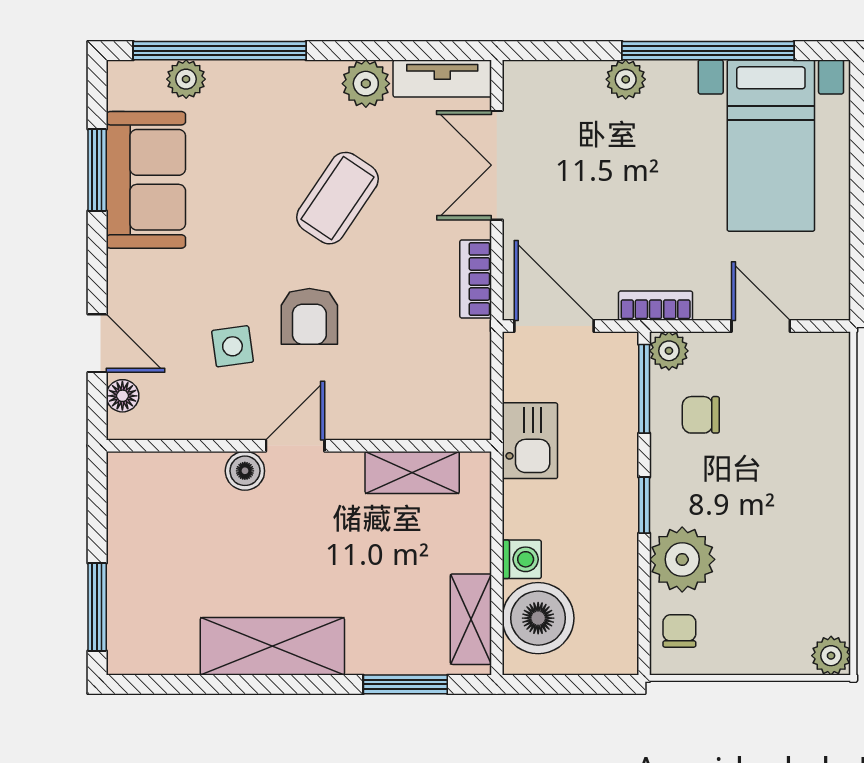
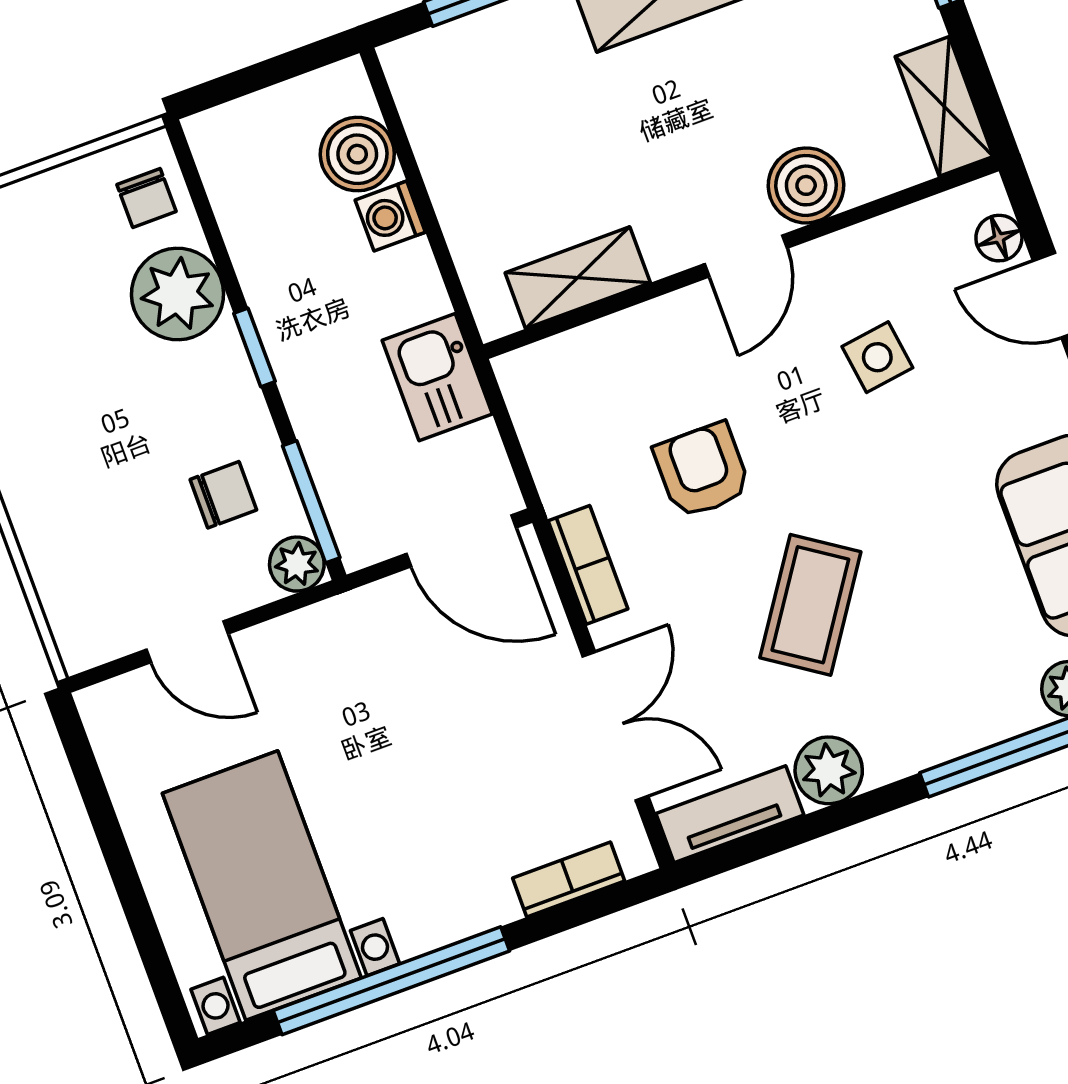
plant: (626, 79) -> (486, 902), removed
bookcase: (656, 306) -> (569, 880), moved, turned 180
armchair: (309, 316) -> (702, 470), moved
boiler: (245, 471) -> (806, 185), width x1.36, depth x1.36
boiler: (538, 618) -> (357, 154), width x0.73, depth x0.73
shelving: (471, 619) -> (944, 106), moved

